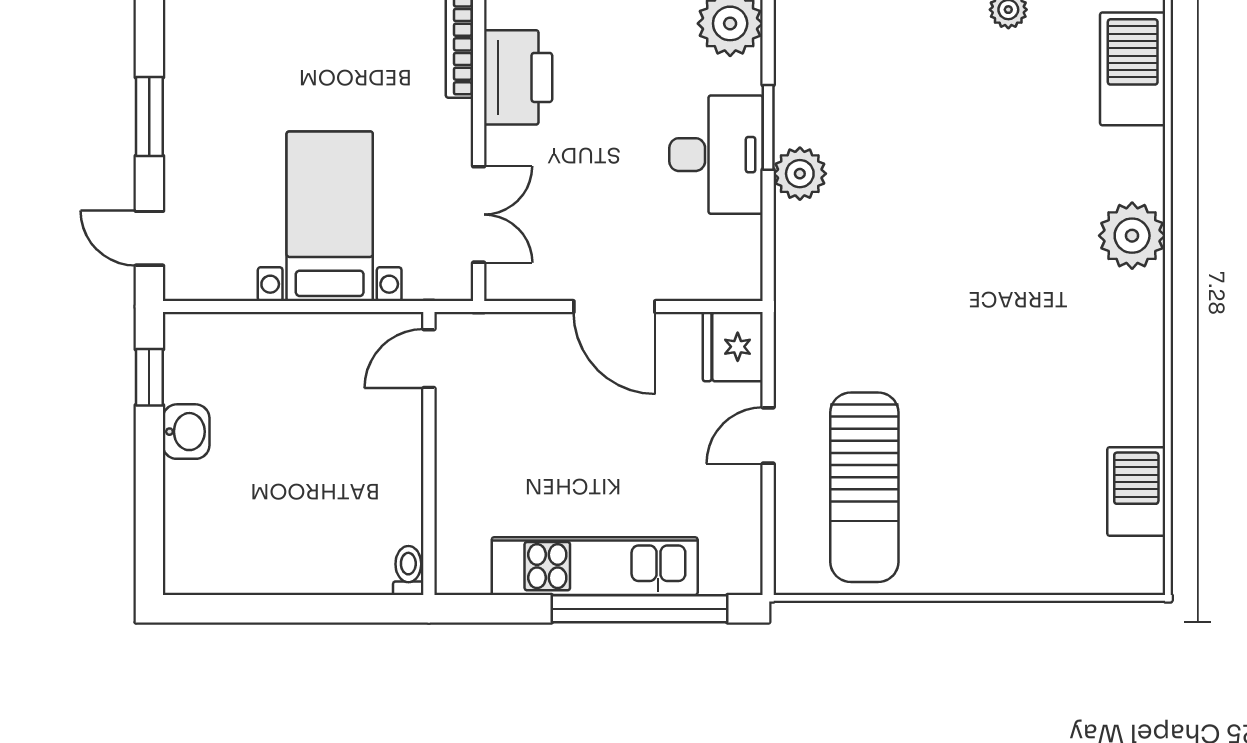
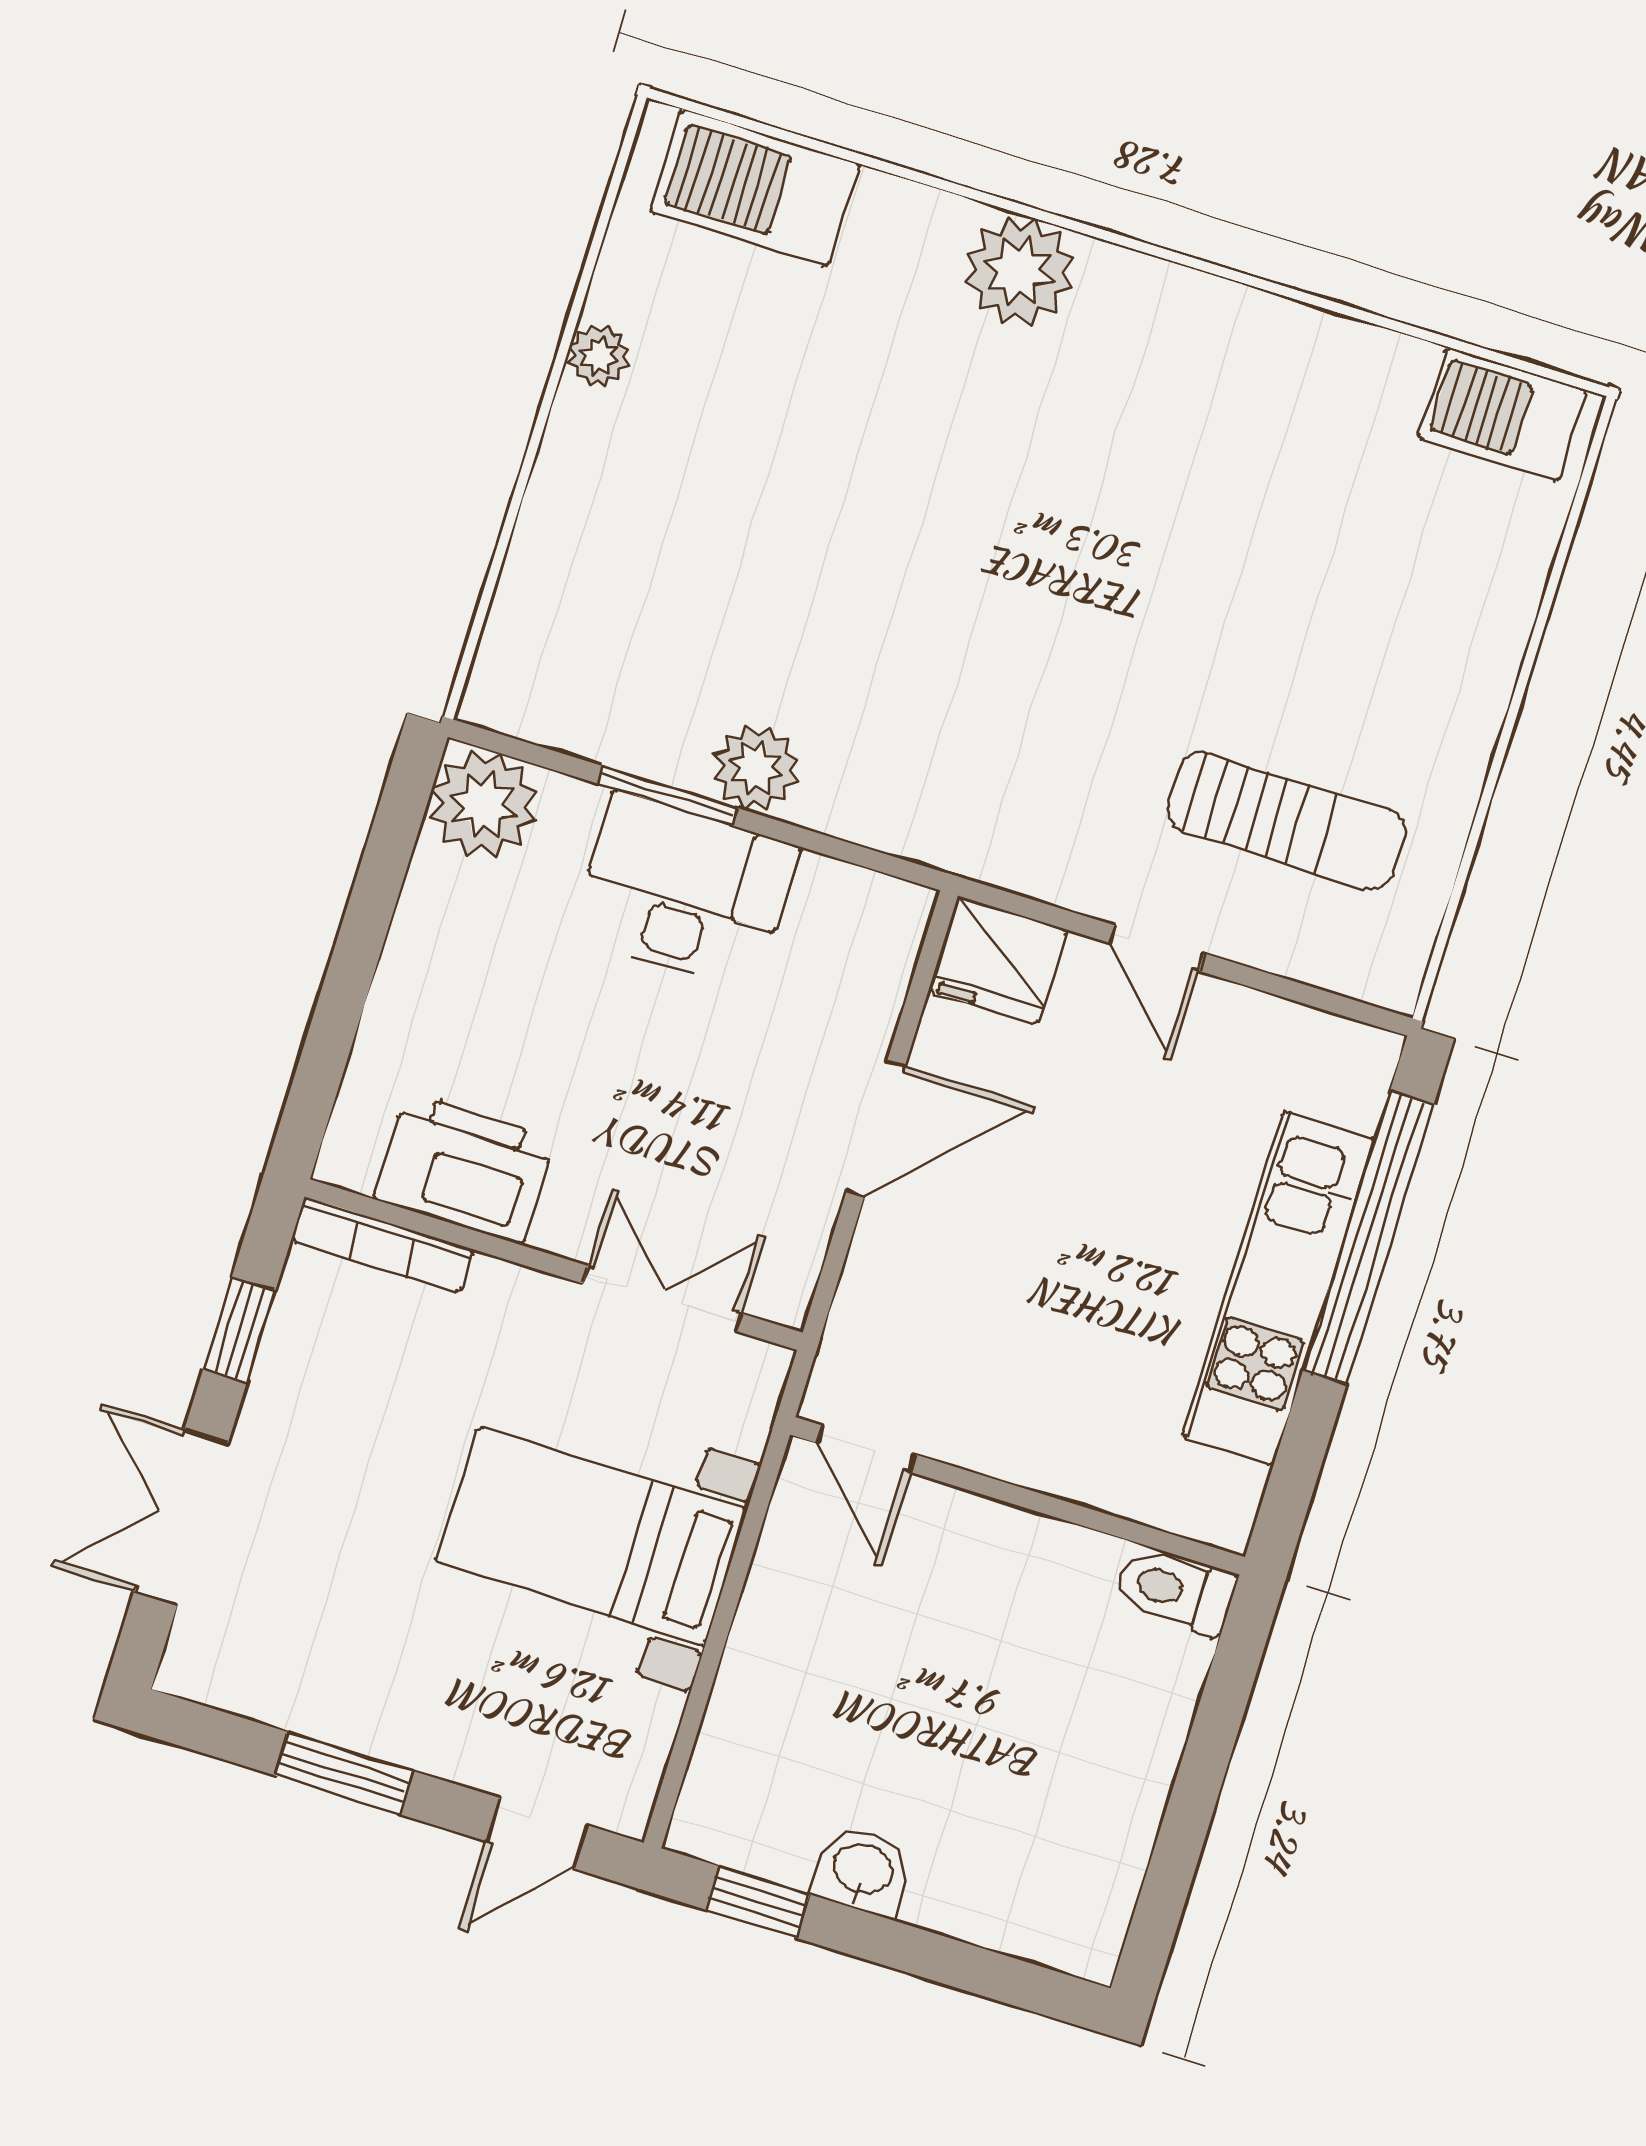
sun lounger: (864, 487) -> (1286, 821), width x0.73, depth x0.75
barbecue: (1136, 491) -> (1502, 414), moved
toilet: (408, 570) -> (1175, 1591), width x1.37, depth x1.39

